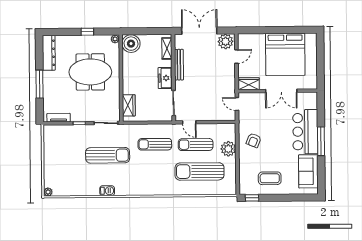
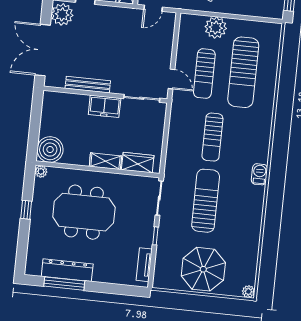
shelving: (167, 48) -> (105, 161), moved
dresser: (49, 53) -> (67, 270), moved
meeting table: (90, 72) -> (84, 212), turned 90
window: (39, 84) -> (64, 284), moved
door: (189, 122) -> (172, 79), hinge flipped
sun lounger: (155, 144) -> (212, 137), moved
parasol: (60, 159) -> (203, 269), added
barbecue: (107, 191) -> (259, 174), moved

